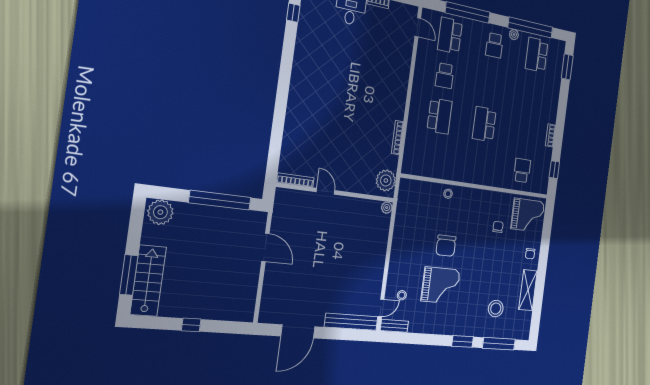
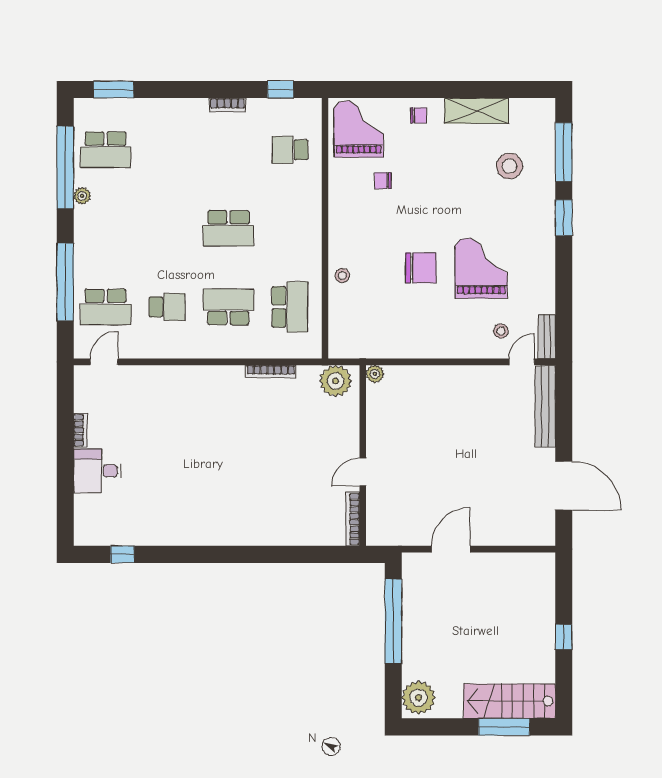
school desk: (494, 45) -> (290, 307), moved, width x1.85
door: (381, 308) -> (522, 362), hinge flipped

